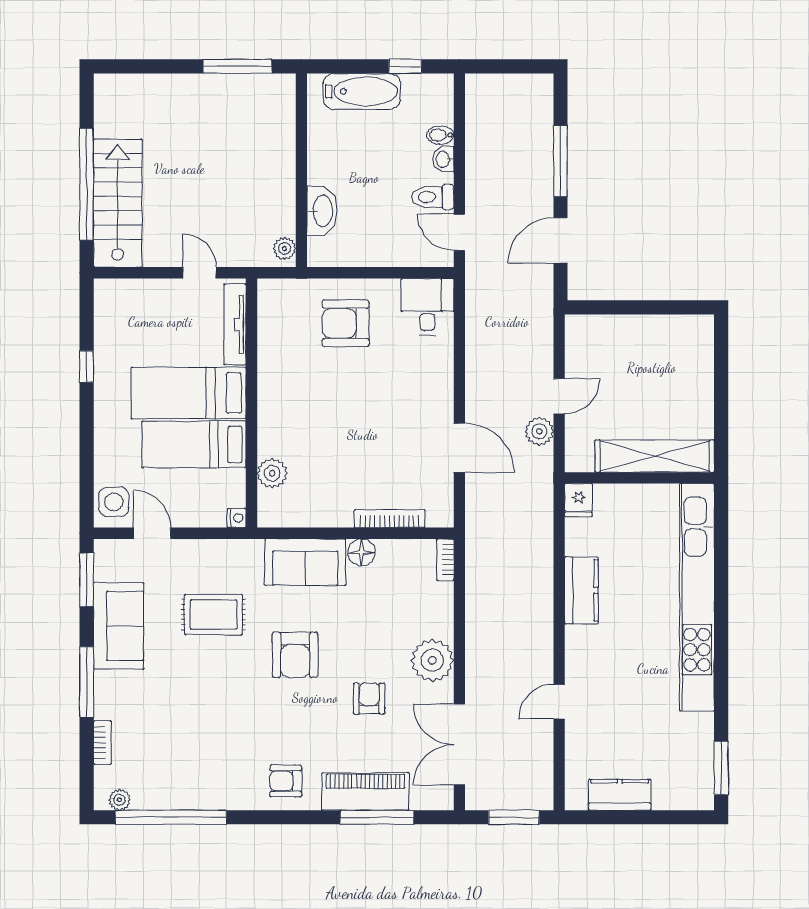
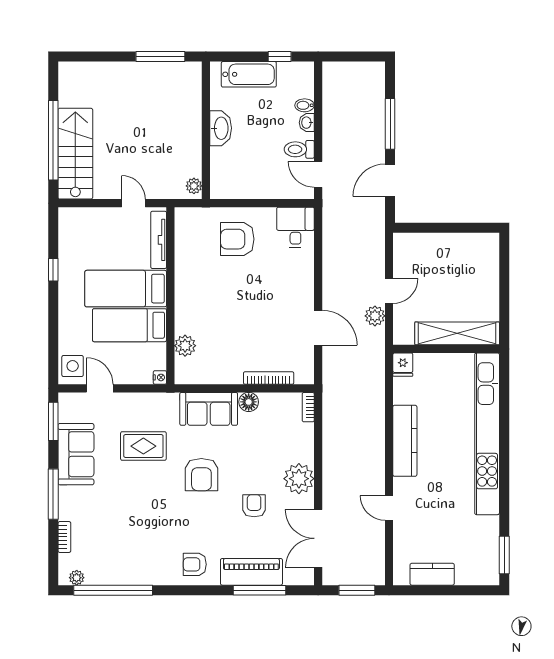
washbasin: (322, 211) -> (221, 128), moved
kitchen counter: (581, 590) -> (405, 441), width x1.50
door: (559, 702) -> (389, 508), hinge flipped

